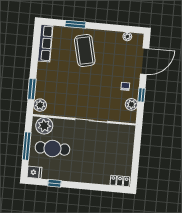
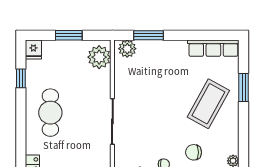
coffee table: (85, 51) -> (208, 104), turned -48
chair: (119, 64) -> (194, 152), added
window: (27, 146) -> (69, 35), width x0.69
cafe table: (52, 148) -> (50, 113), moved

